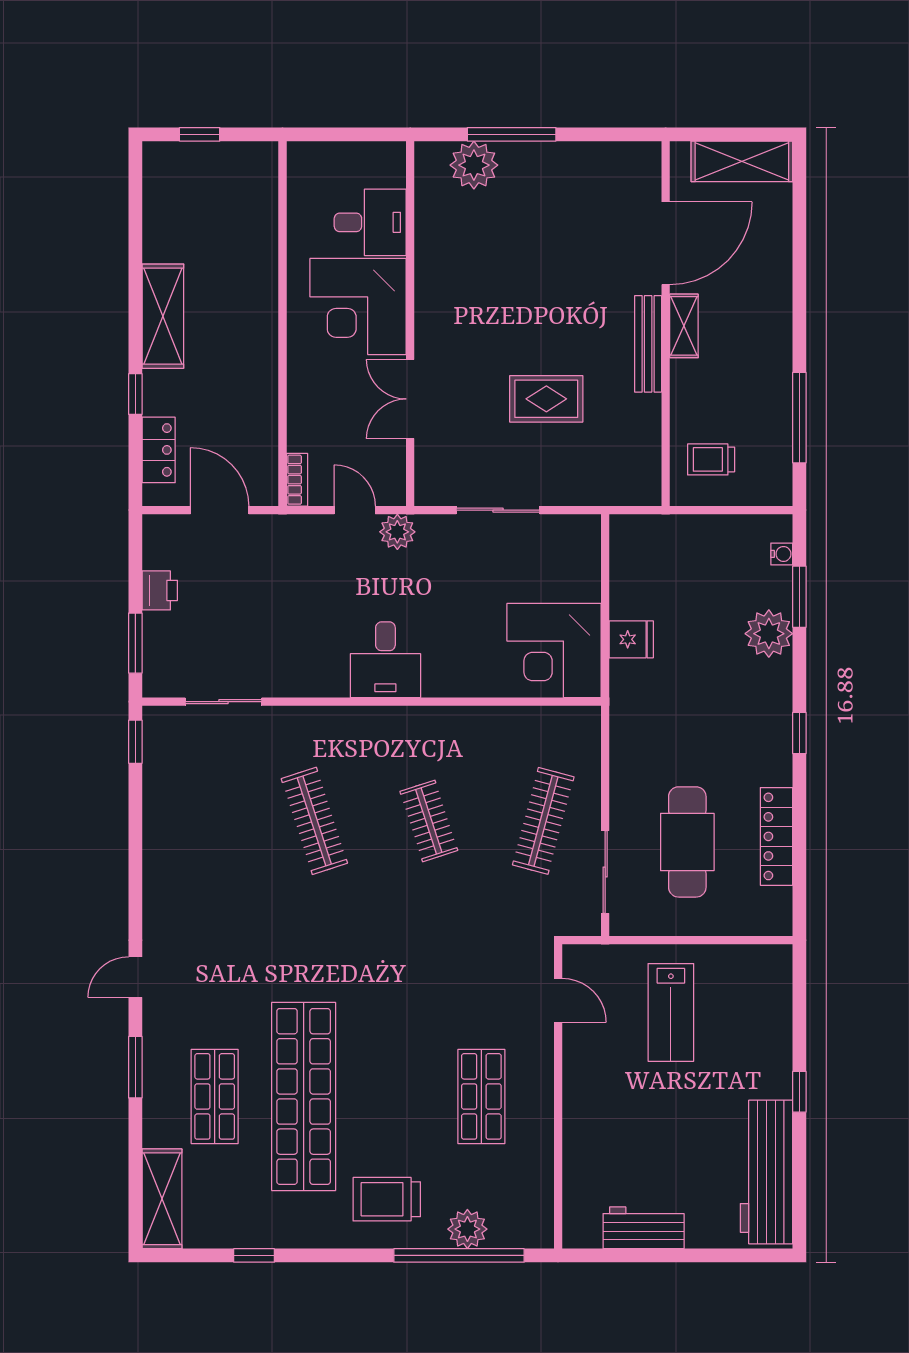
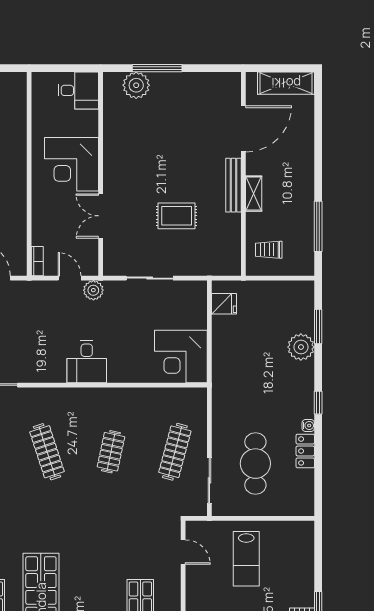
desk: (370, 222) -> (78, 90), moved
shelving: (684, 326) -> (254, 194), moved
water cooler: (782, 554) -> (308, 425), moved
fridge: (631, 639) -> (224, 304), moved
clothes rail: (429, 821) -> (111, 452), turned 30
locker: (776, 836) -> (305, 451), width x0.66

